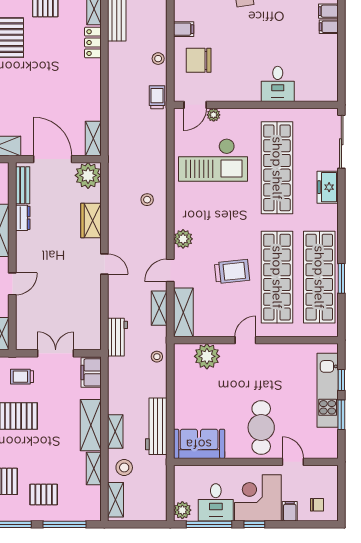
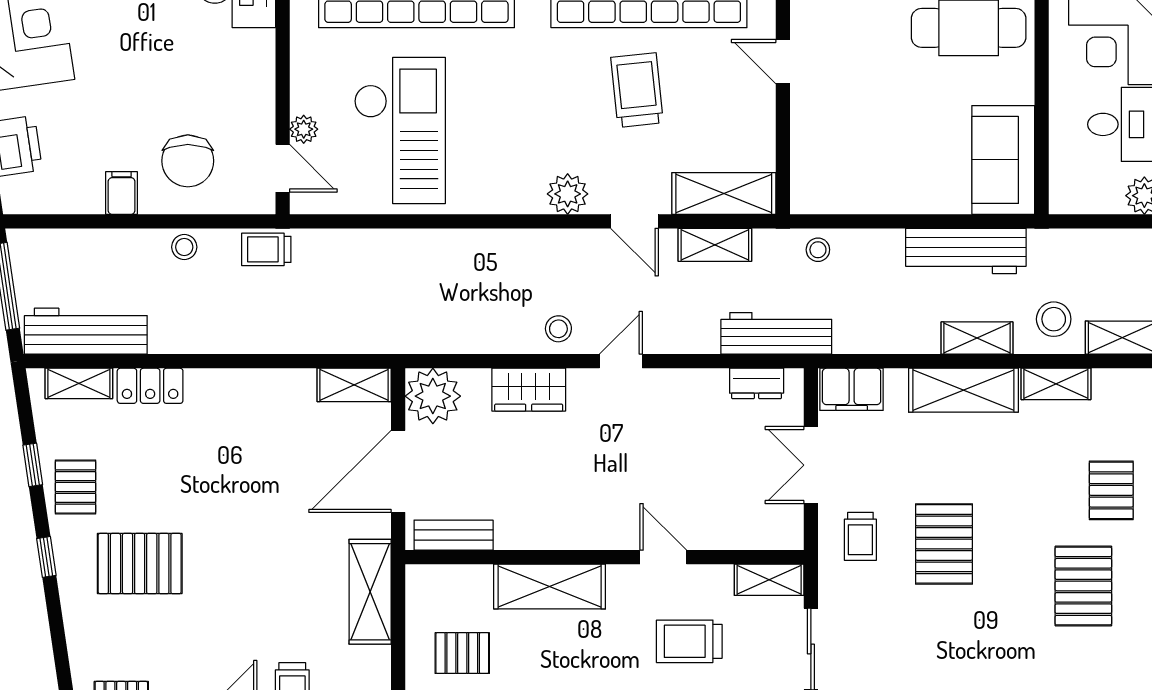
stool: (147, 200) -> (558, 329), moved
dresser: (23, 218) -> (757, 383), moved, turned 180
workbench: (117, 337) -> (776, 333), width x1.38
plant: (207, 356) -> (817, 143), removed

